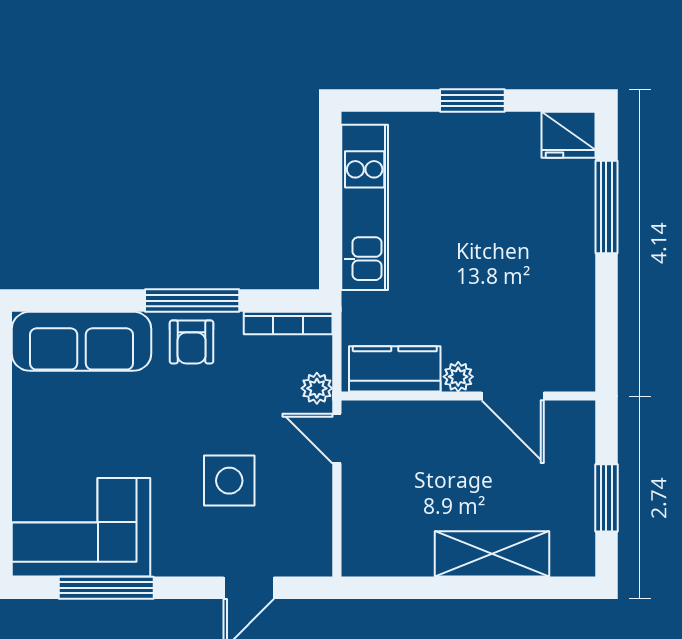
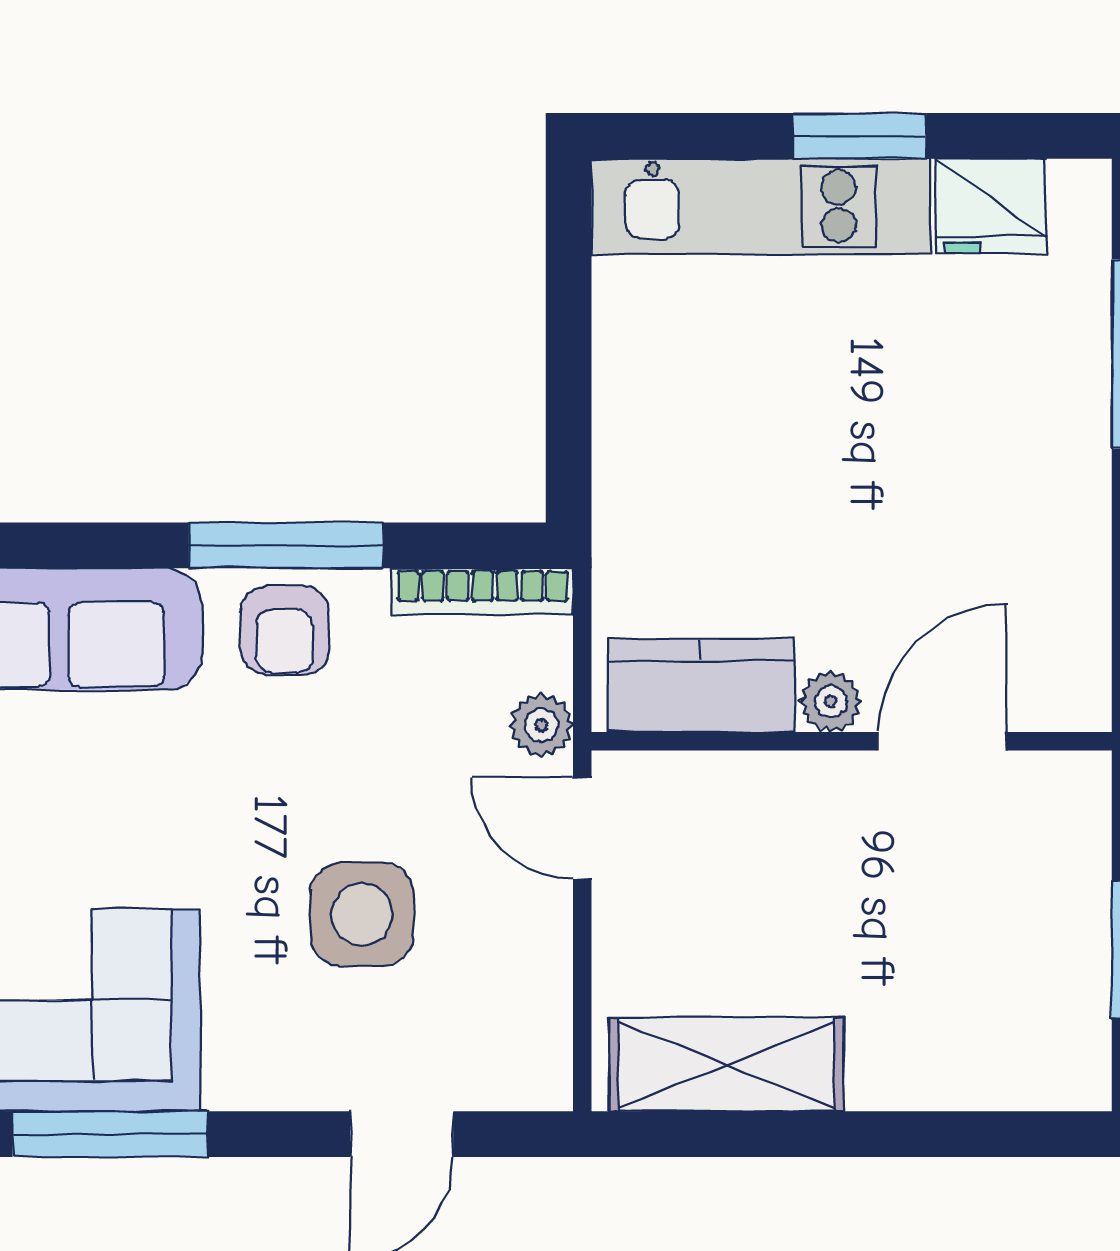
fridge: (568, 135) -> (991, 206), moved
kitchen unit: (365, 207) -> (761, 206), moved, turned 90
door: (513, 396) -> (943, 741), swing flipped
shelving: (492, 554) -> (726, 1064), moved

